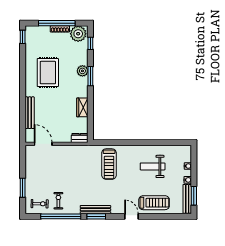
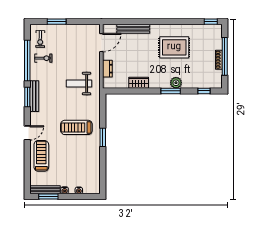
plant: (78, 34) -> (214, 78), removed
dresser: (80, 138) -> (107, 69), moved
window: (136, 143) -> (103, 137), added
treadmill: (109, 164) -> (76, 127), moved
weight bench: (153, 166) -> (79, 84), moved, turned -90
treadmill: (154, 203) -> (41, 156), turned 180

